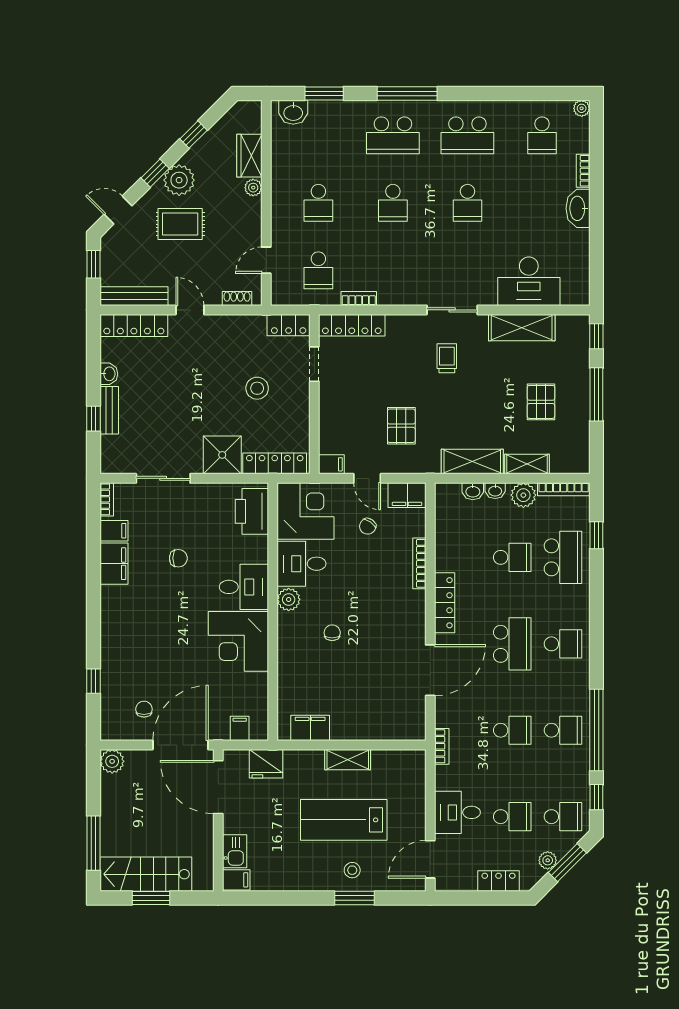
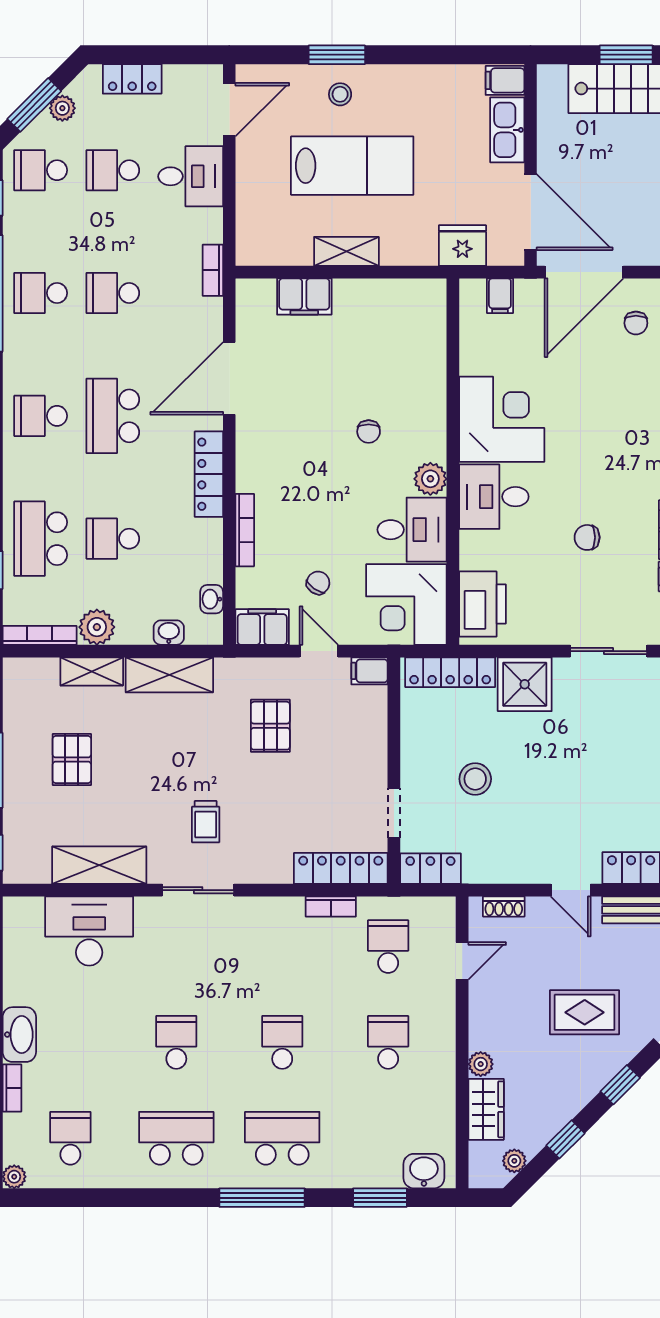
plant: (179, 180) -> (514, 1161), moved, width x0.53, depth x0.53
washbasin: (495, 491) -> (212, 599), moved, turned -90
filing cabinet: (310, 728) -> (304, 297), moved
kitchen sink: (235, 851) -> (507, 130), width x1.38

